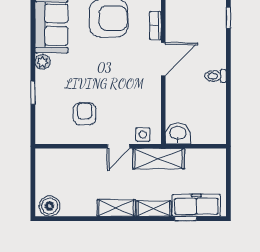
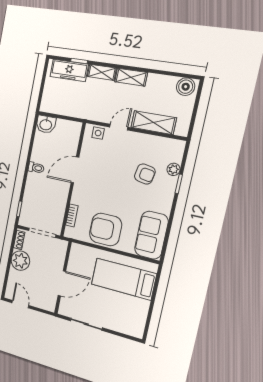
door: (163, 59) -> (75, 170), moved
plant: (43, 62) -> (174, 169), moved
armchair: (85, 114) -> (145, 174), moved, turned -80
washbasin: (178, 133) -> (46, 124), moved
shelving: (159, 159) -> (154, 123), moved

